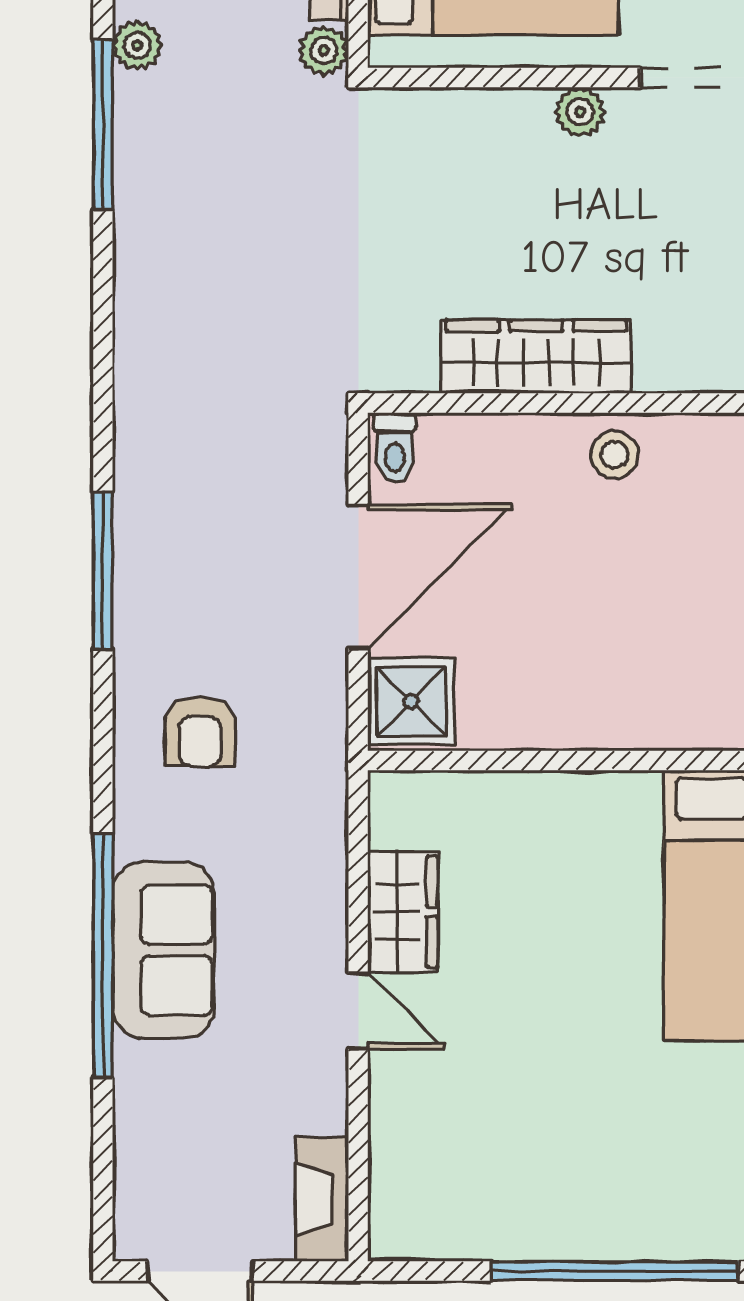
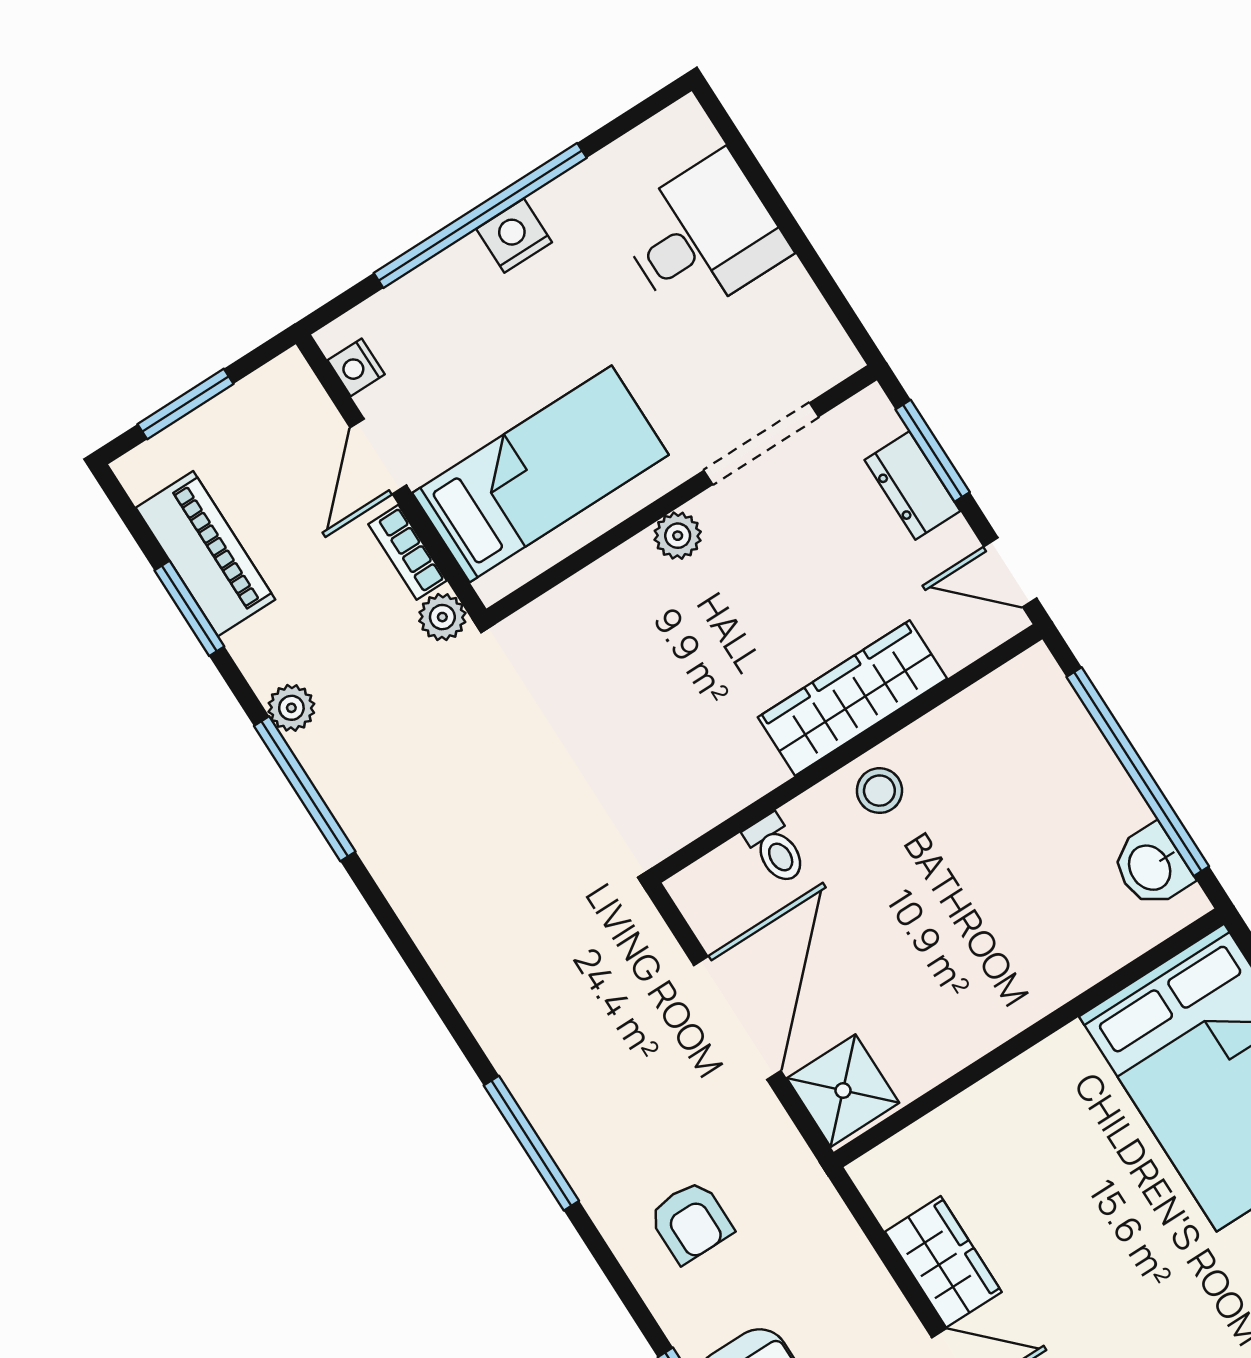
wardrobe: (536, 357) -> (852, 698), moved
toilet: (395, 448) -> (776, 849), moved

